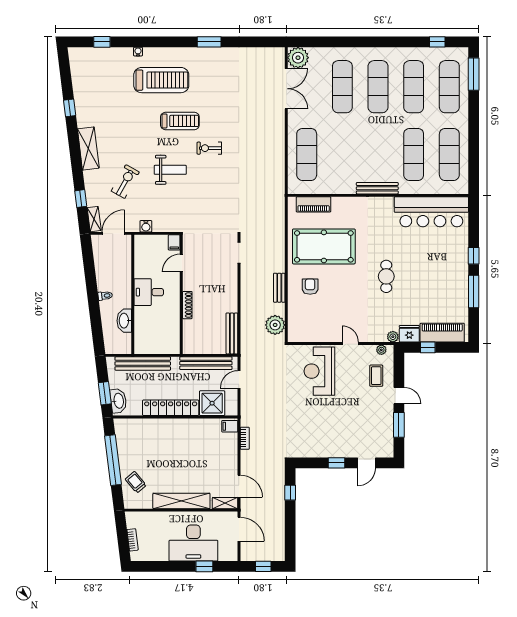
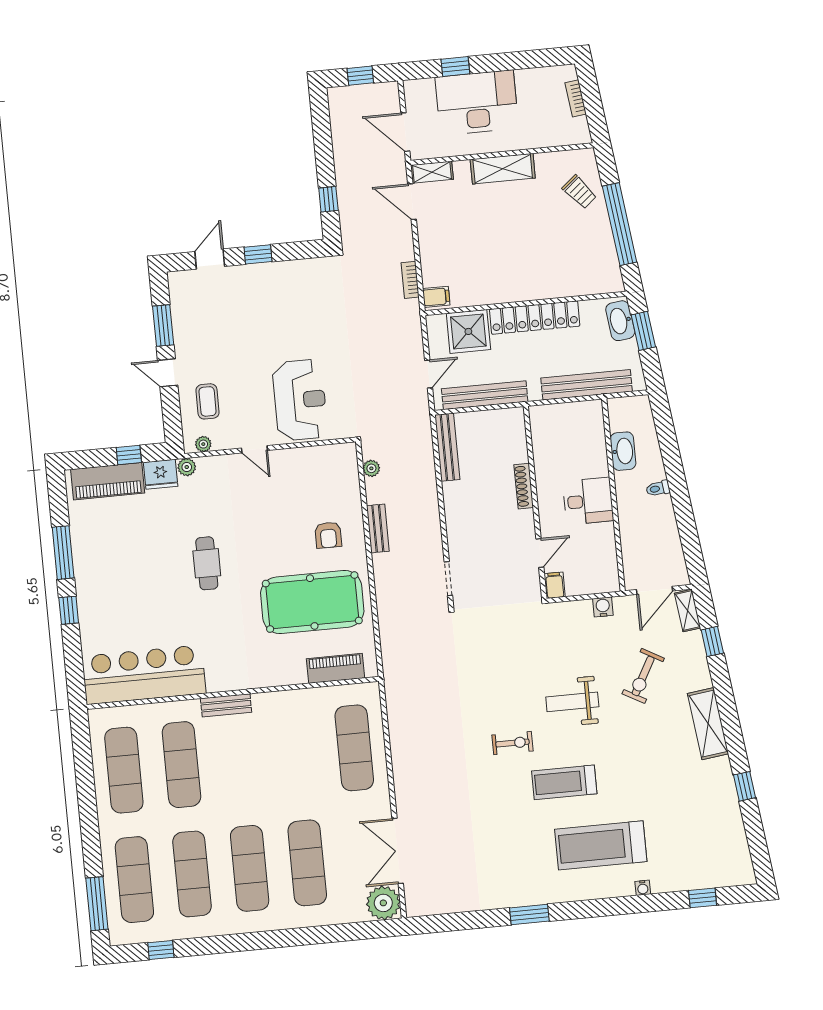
bench: (377, 188) -> (226, 705), width x0.73
plant: (275, 325) -> (371, 468), width x0.53, depth x0.53
shelving: (181, 501) -> (503, 169), width x0.68

